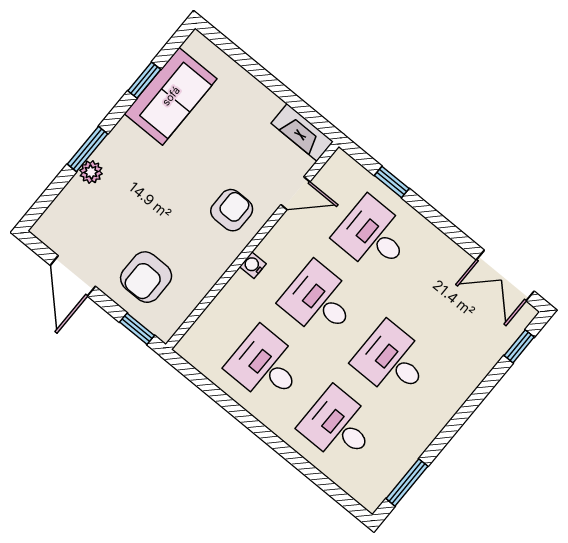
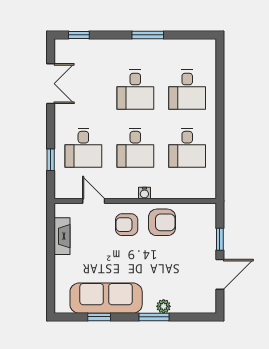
sofa: (171, 96) -> (106, 298), width x1.36
fireplace: (302, 132) -> (62, 236), moved
double door: (505, 276) -> (51, 84), moved
armchair: (146, 277) -> (162, 222), moved
window: (137, 329) -> (220, 239), moved
window: (407, 482) -> (148, 35), moved

